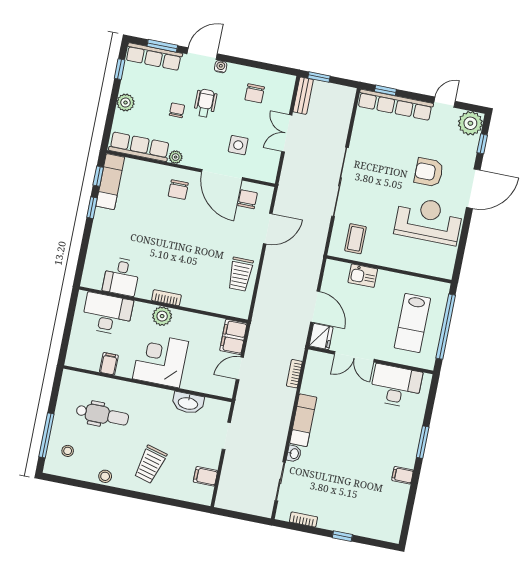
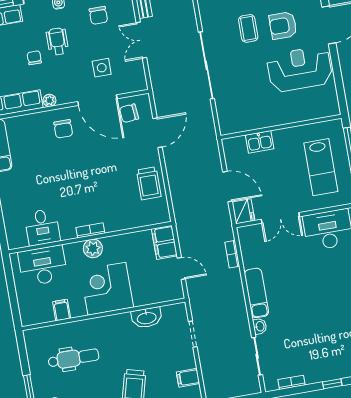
chair: (248, 199) -> (129, 113), turned -95
coffee table: (356, 239) -> (248, 28), moved
door: (240, 368) -> (181, 268), swing flipped

